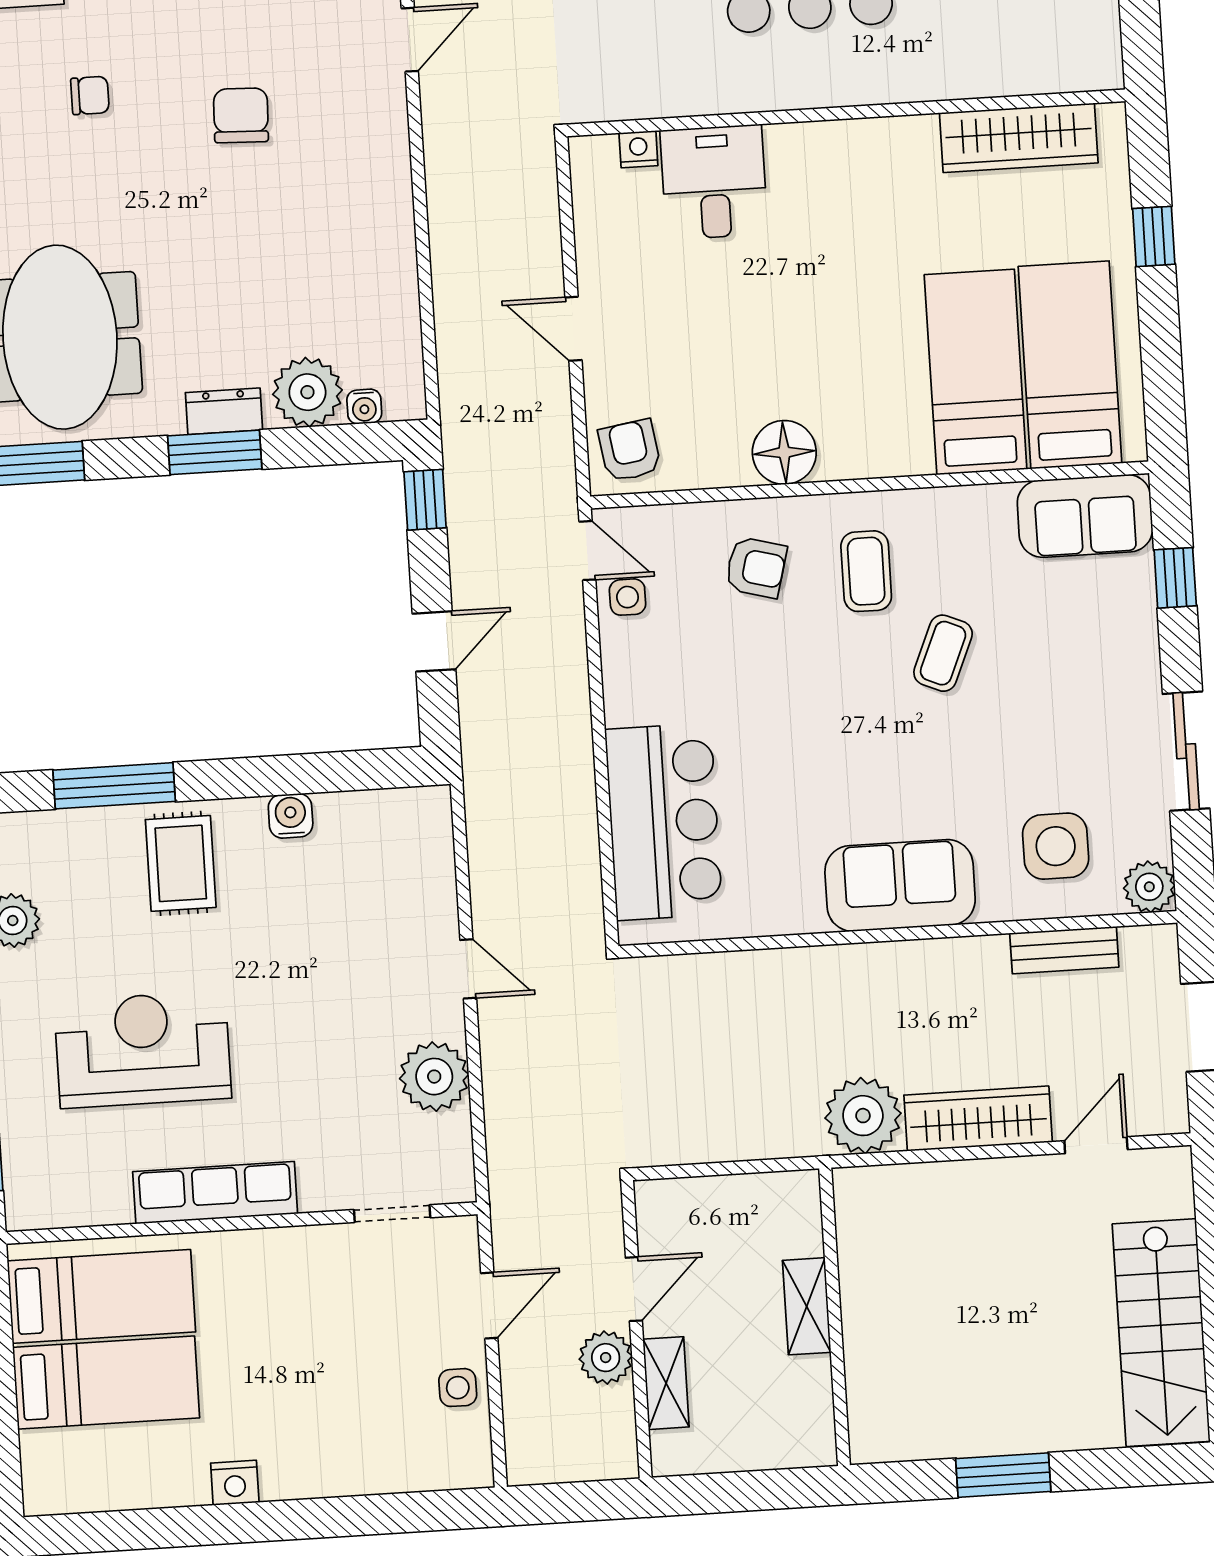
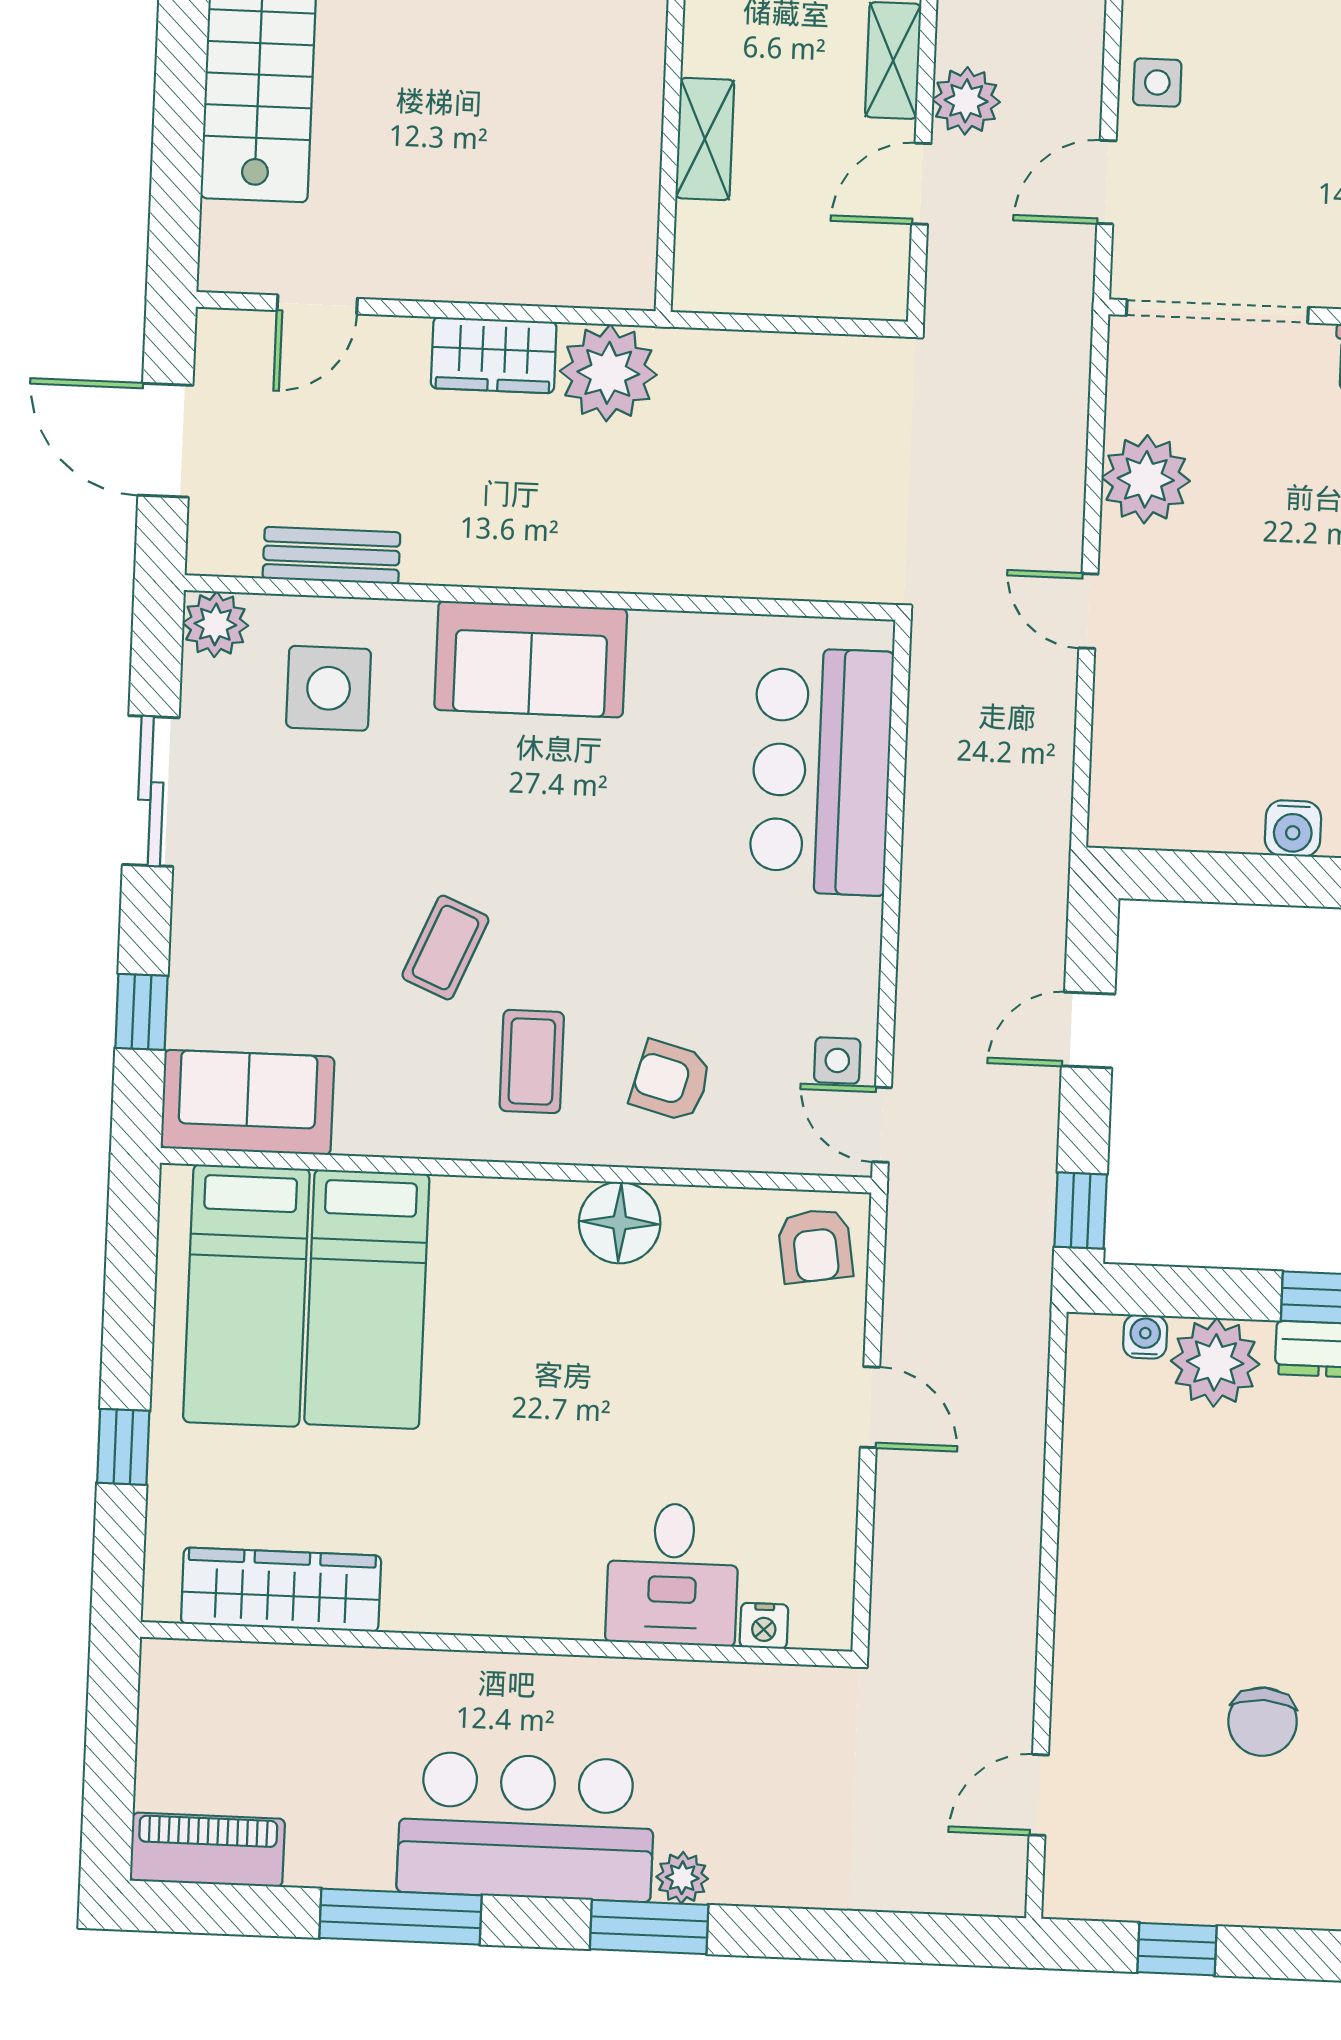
wardrobe: (978, 1119) -> (494, 355), width x0.67
doorway: (392, 1214) -> (1217, 311), width x1.88

